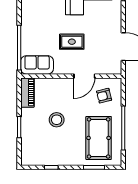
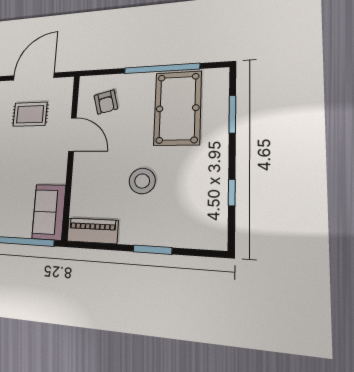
rug: (72, 42) -> (30, 114), moved, turned 90
pool table: (99, 138) -> (177, 108), turned 90

